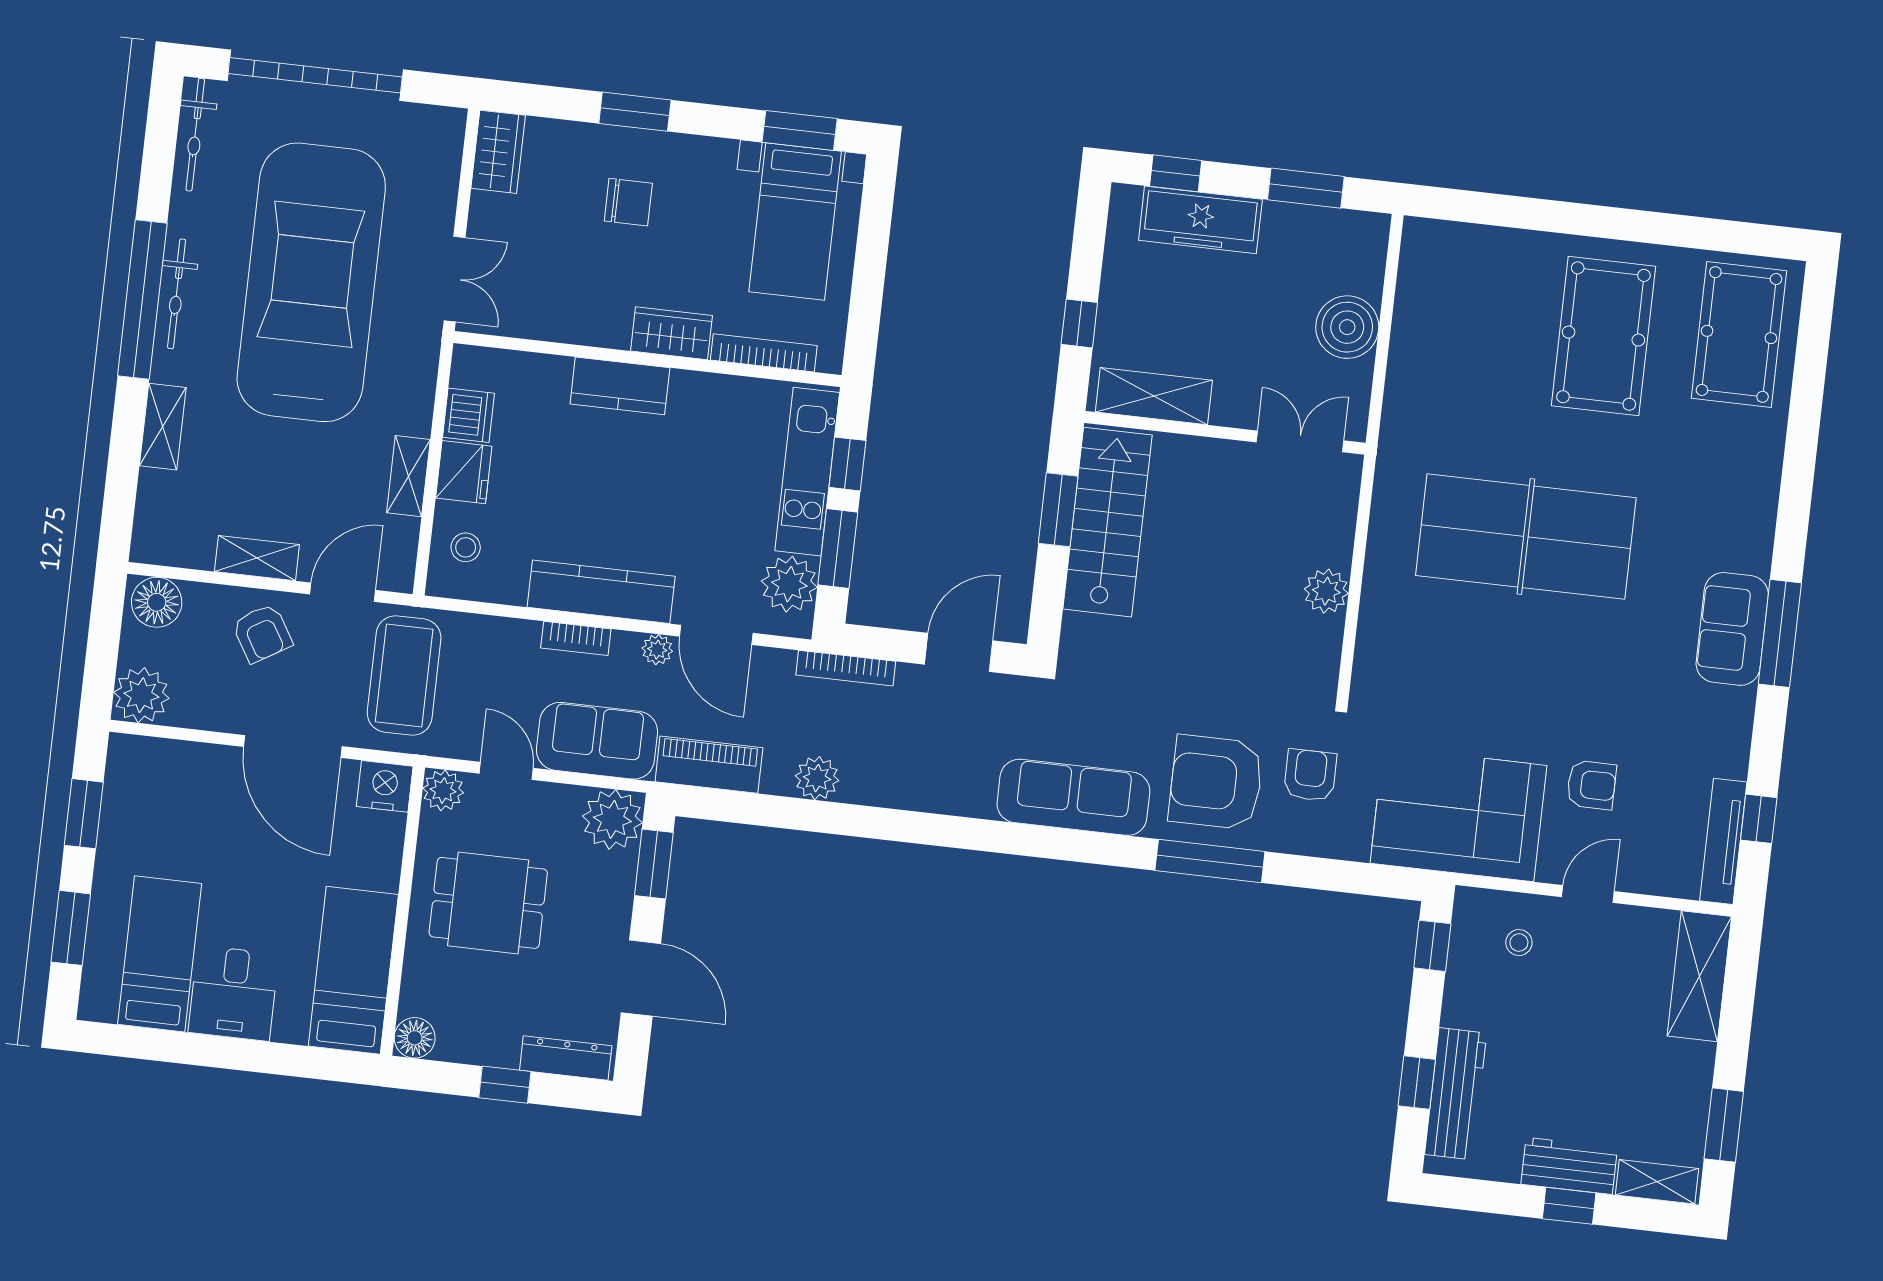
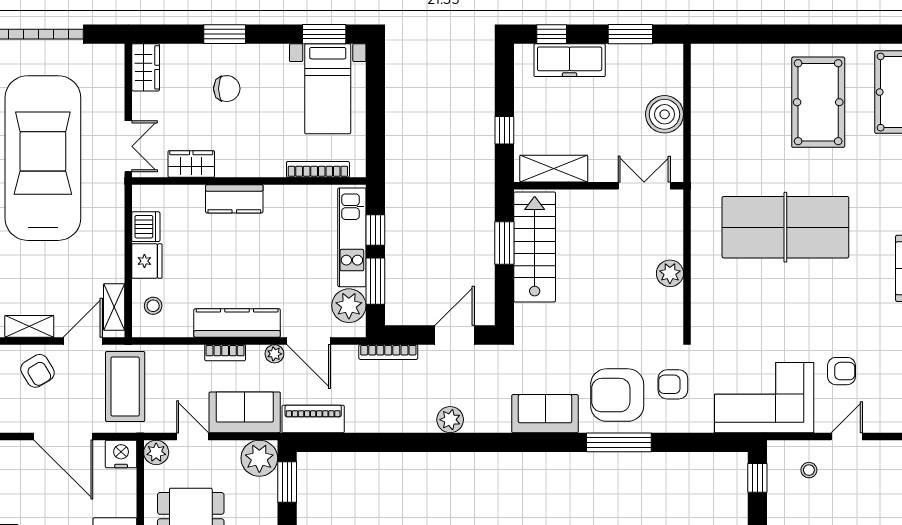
wardrobe: (671, 333) -> (191, 164), moved
shelving: (408, 476) -> (114, 307), moved
armchair: (1310, 775) -> (673, 384), turned -90
plant: (817, 778) -> (450, 420), moved
sofa: (1073, 797) -> (545, 414), width x0.73

